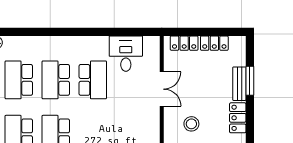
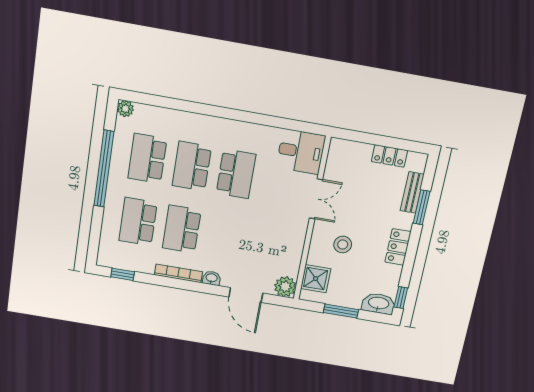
locker: (184, 43) -> (353, 150), removed
desk: (126, 54) -> (301, 152), moved, turned 90
bench: (239, 84) -> (412, 192), moved

